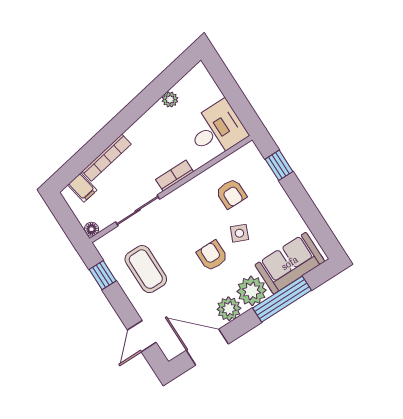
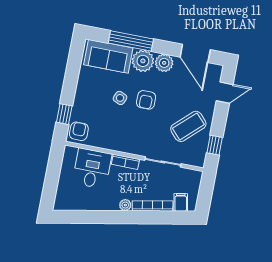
plant: (170, 99) -> (125, 205), moved
desk: (217, 130) -> (92, 168), moved, turned 90
armchair: (231, 194) -> (79, 131), moved
floor lamp: (91, 229) -> (197, 175), removed
coffee table: (146, 269) -> (188, 126), turned 47

